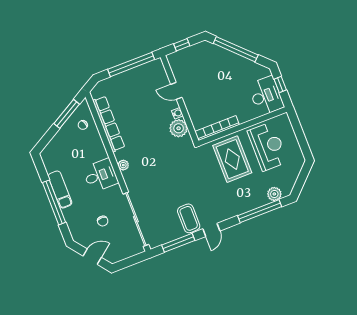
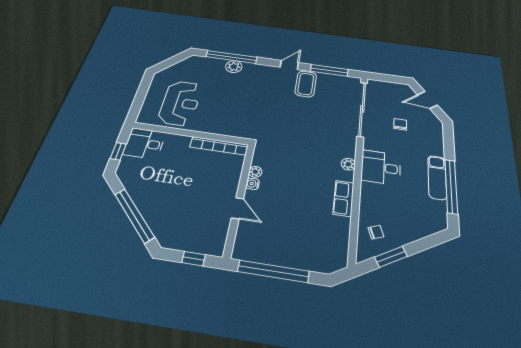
desk: (266, 96) -> (144, 143), width x0.73
window: (67, 114) -> (391, 257), width x0.69
row of seats: (109, 124) -> (344, 198), width x0.50
plant: (179, 128) -> (255, 172), width x0.53, depth x0.53
reception desk: (268, 146) -> (180, 103), turned 180
rug: (232, 159) -> (225, 110), removed
plant: (274, 194) -> (234, 67), moved
window: (54, 202) -> (451, 186), moved

